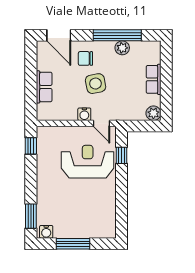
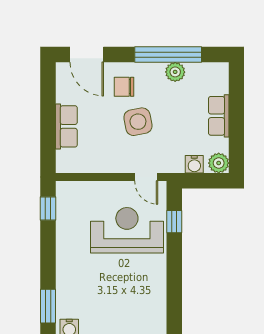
water cooler: (84, 114) -> (194, 164), moved

